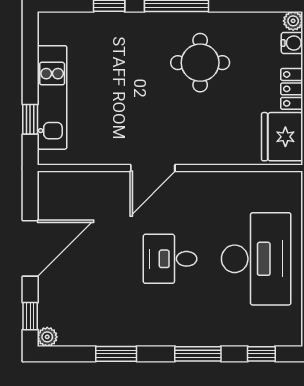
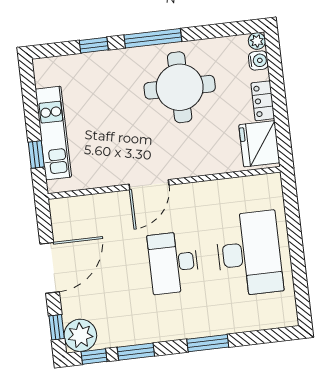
round table: (200, 63) -> (180, 87), width x1.36, depth x1.36
desk: (170, 259) -> (173, 263), width x1.37
plant: (47, 337) -> (80, 335), width x1.88, depth x1.88
window: (261, 354) -> (94, 357), moved

